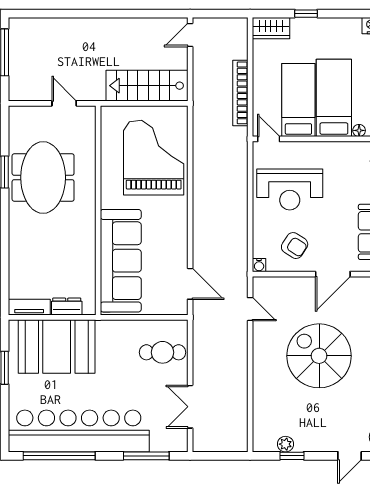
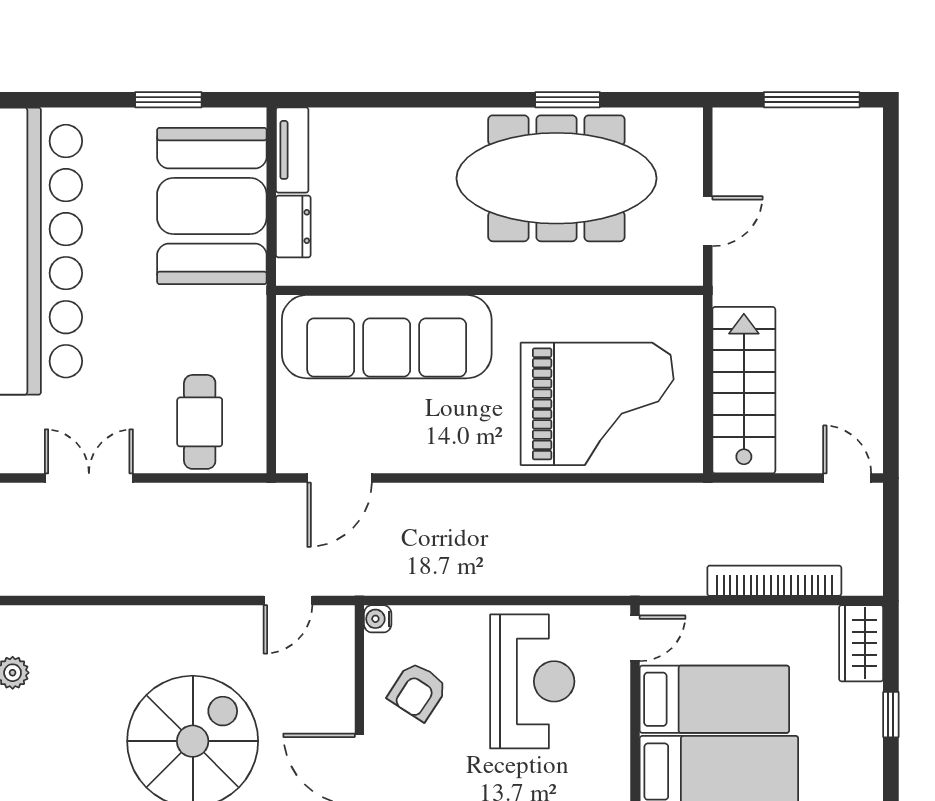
bookcase: (240, 93) -> (774, 581), moved
meeting table: (43, 177) -> (556, 178), width x1.36
reception desk: (290, 189) -> (532, 681), turned 180

